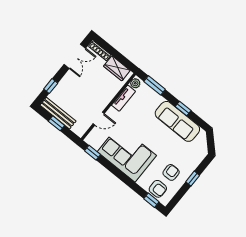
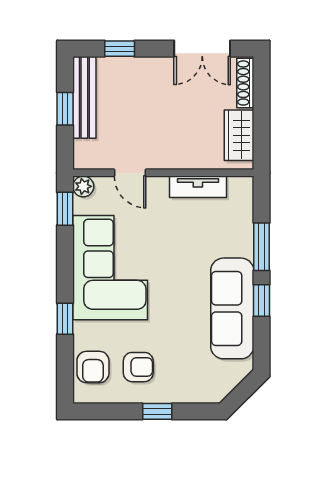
plant: (135, 83) -> (83, 186), moved
window: (155, 85) -> (262, 247), moved
window: (151, 200) -> (65, 319), moved

